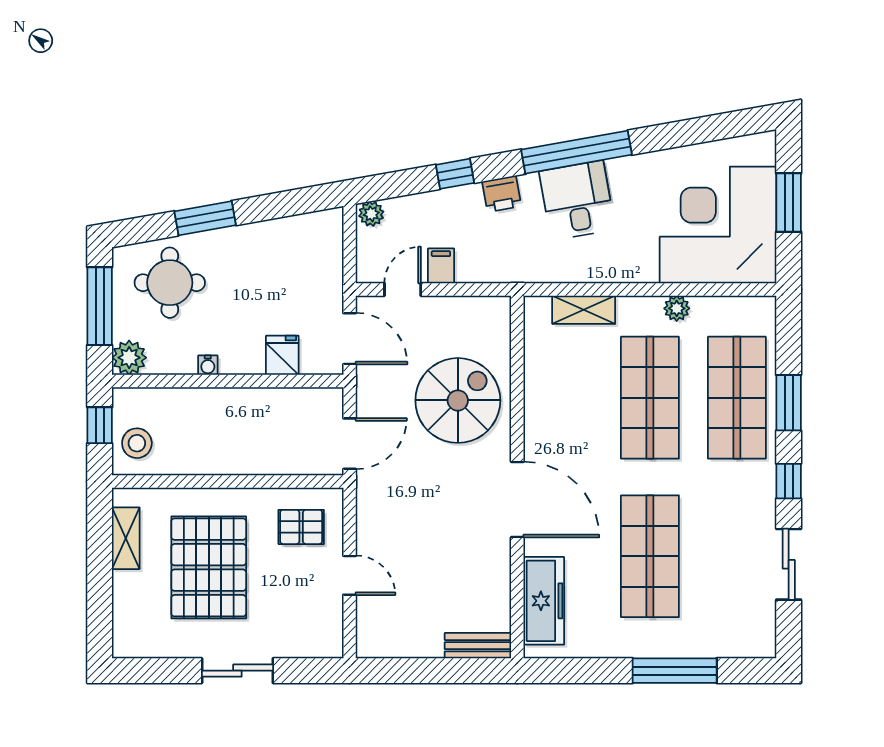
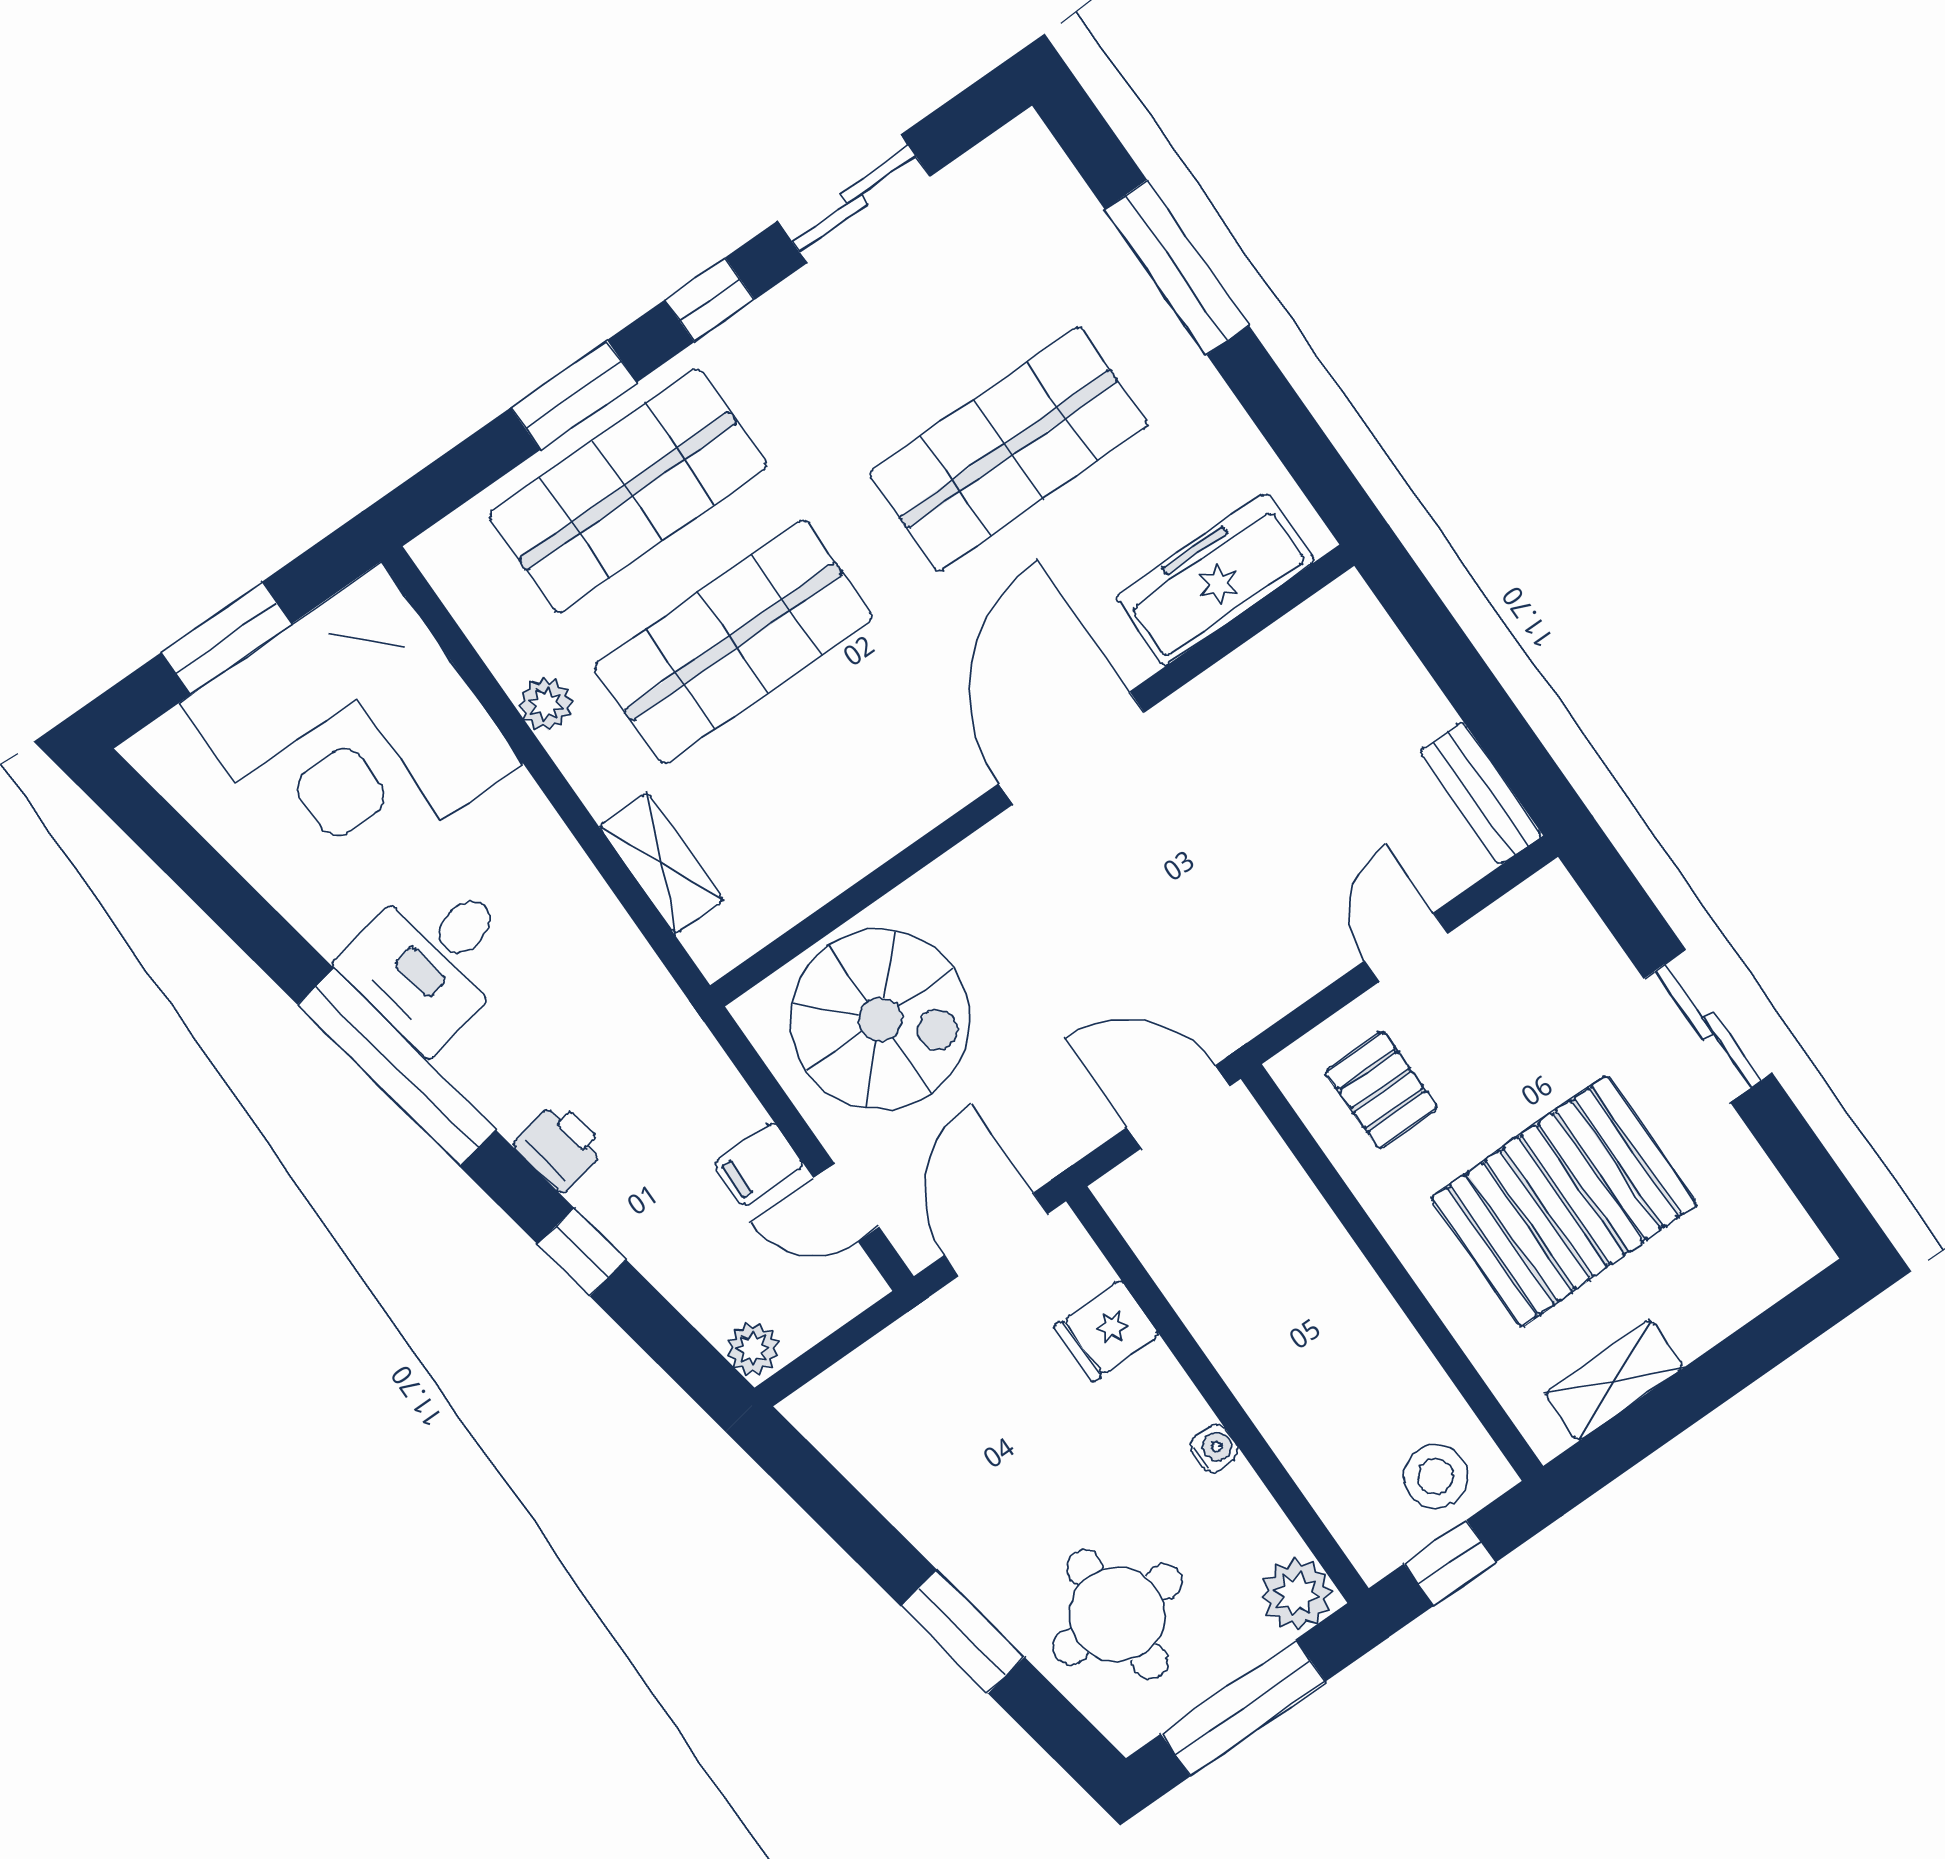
desk: (577, 200) -> (432, 960), moved
spiral stairs: (458, 400) -> (880, 1019), moved, turned 180
bench: (478, 646) -> (1481, 793), moved

